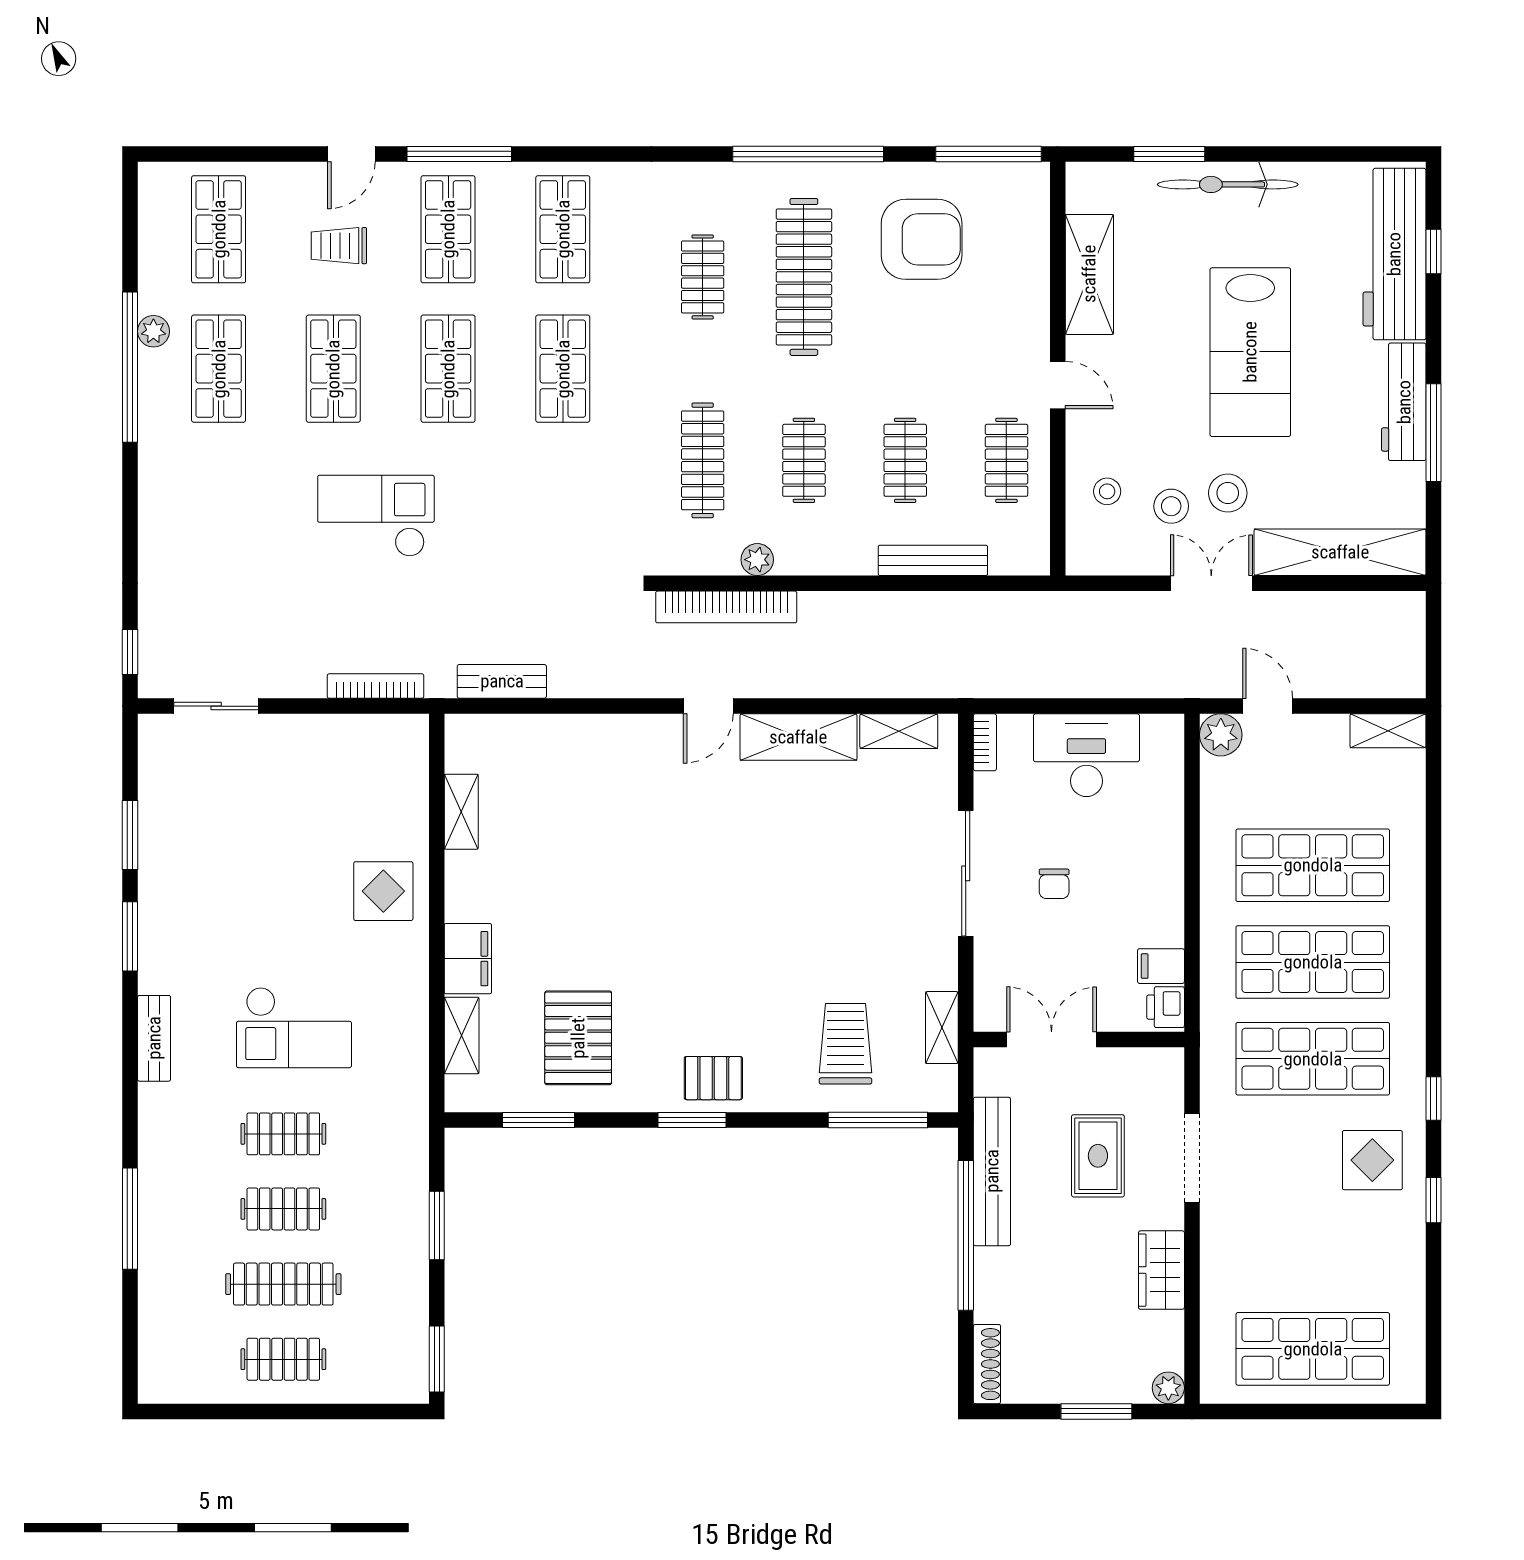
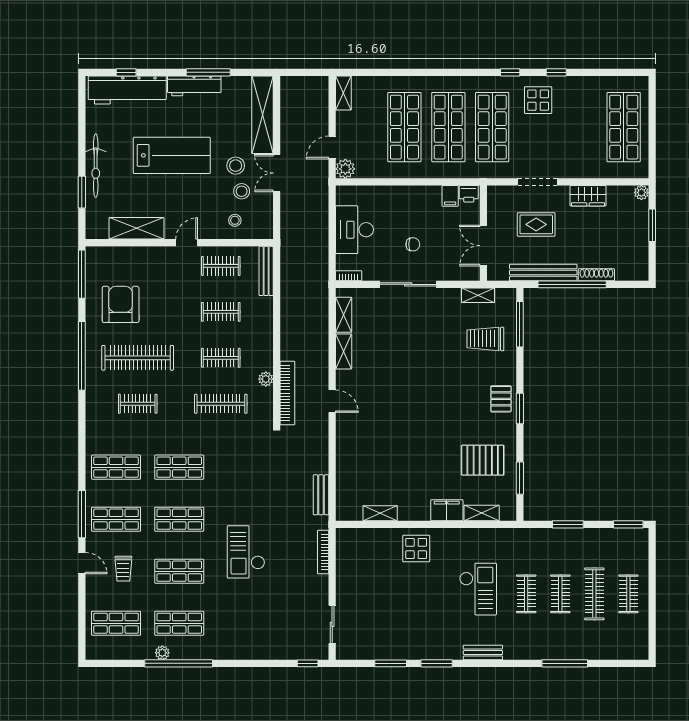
bench: (933, 560) -> (266, 271), moved
shelving: (798, 737) -> (344, 351), width x0.67, depth x0.75
shoe rack: (987, 1364) -> (596, 275), moved

